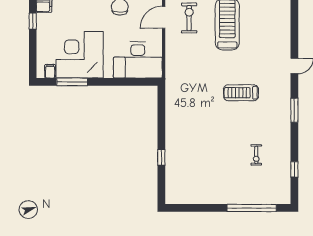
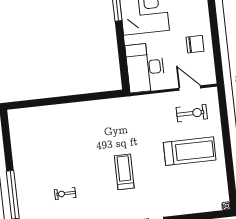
window: (161, 157) -> (53, 101), removed

